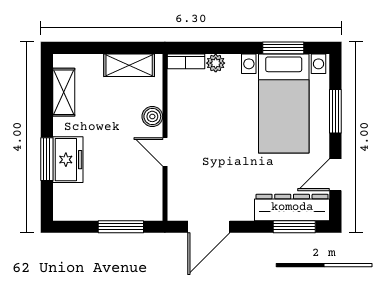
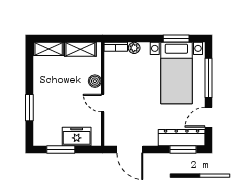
shelving: (64, 92) -> (49, 49), moved, turned 90
window: (335, 111) -> (208, 78), width x1.44
freezer: (68, 160) -> (77, 137), moved, turned -90
window: (121, 227) -> (61, 150), moved
door: (209, 227) -> (130, 150), hinge flipped

